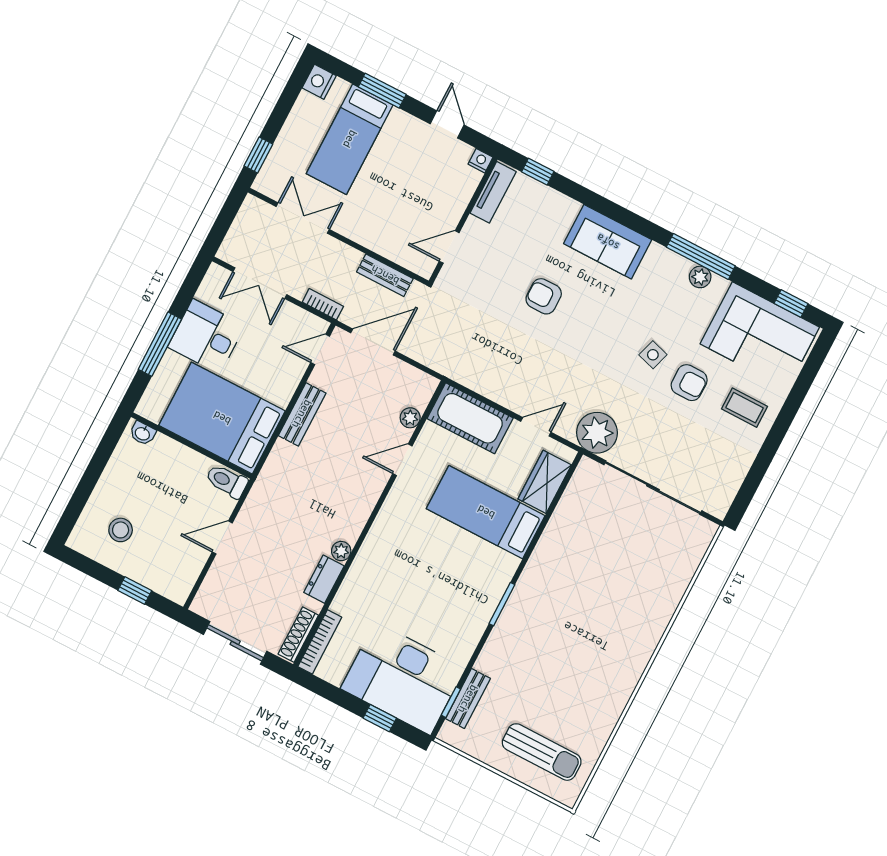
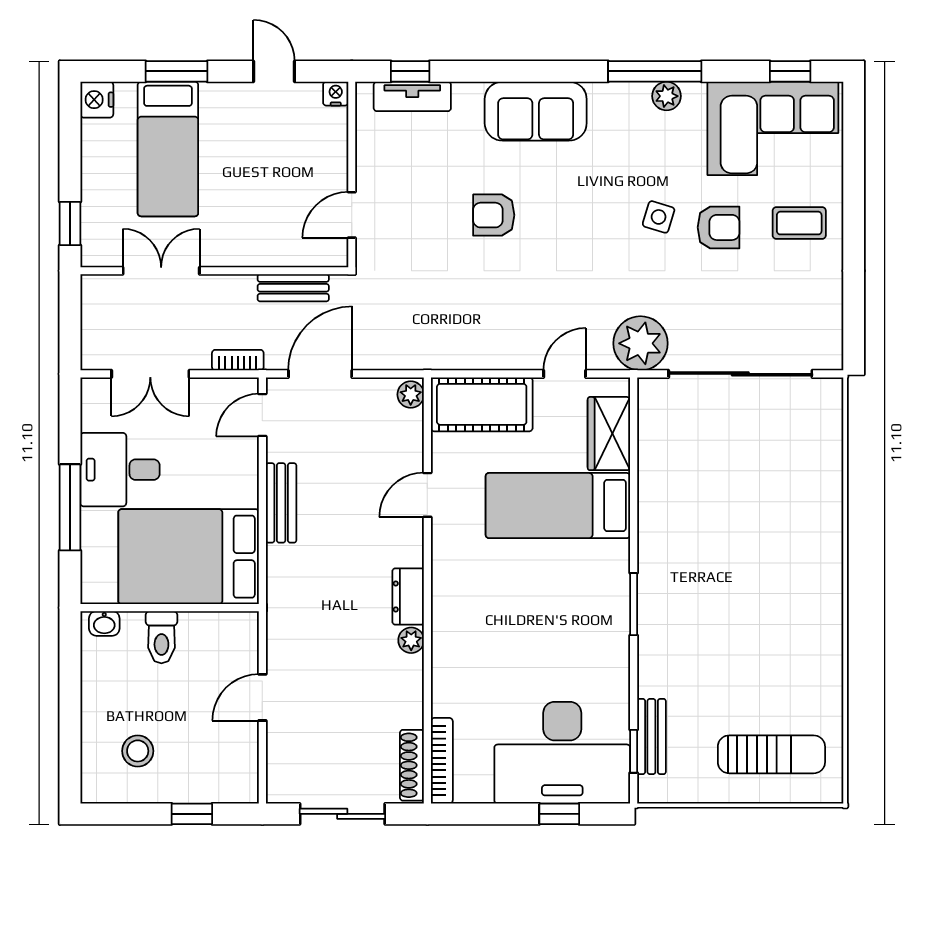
tv unit: (493, 192) -> (412, 96), moved, turned 90
plant: (410, 418) -> (411, 395), moved
toilet: (227, 481) -> (161, 637), moved, turned -90
dresser: (324, 579) -> (408, 596), moved

